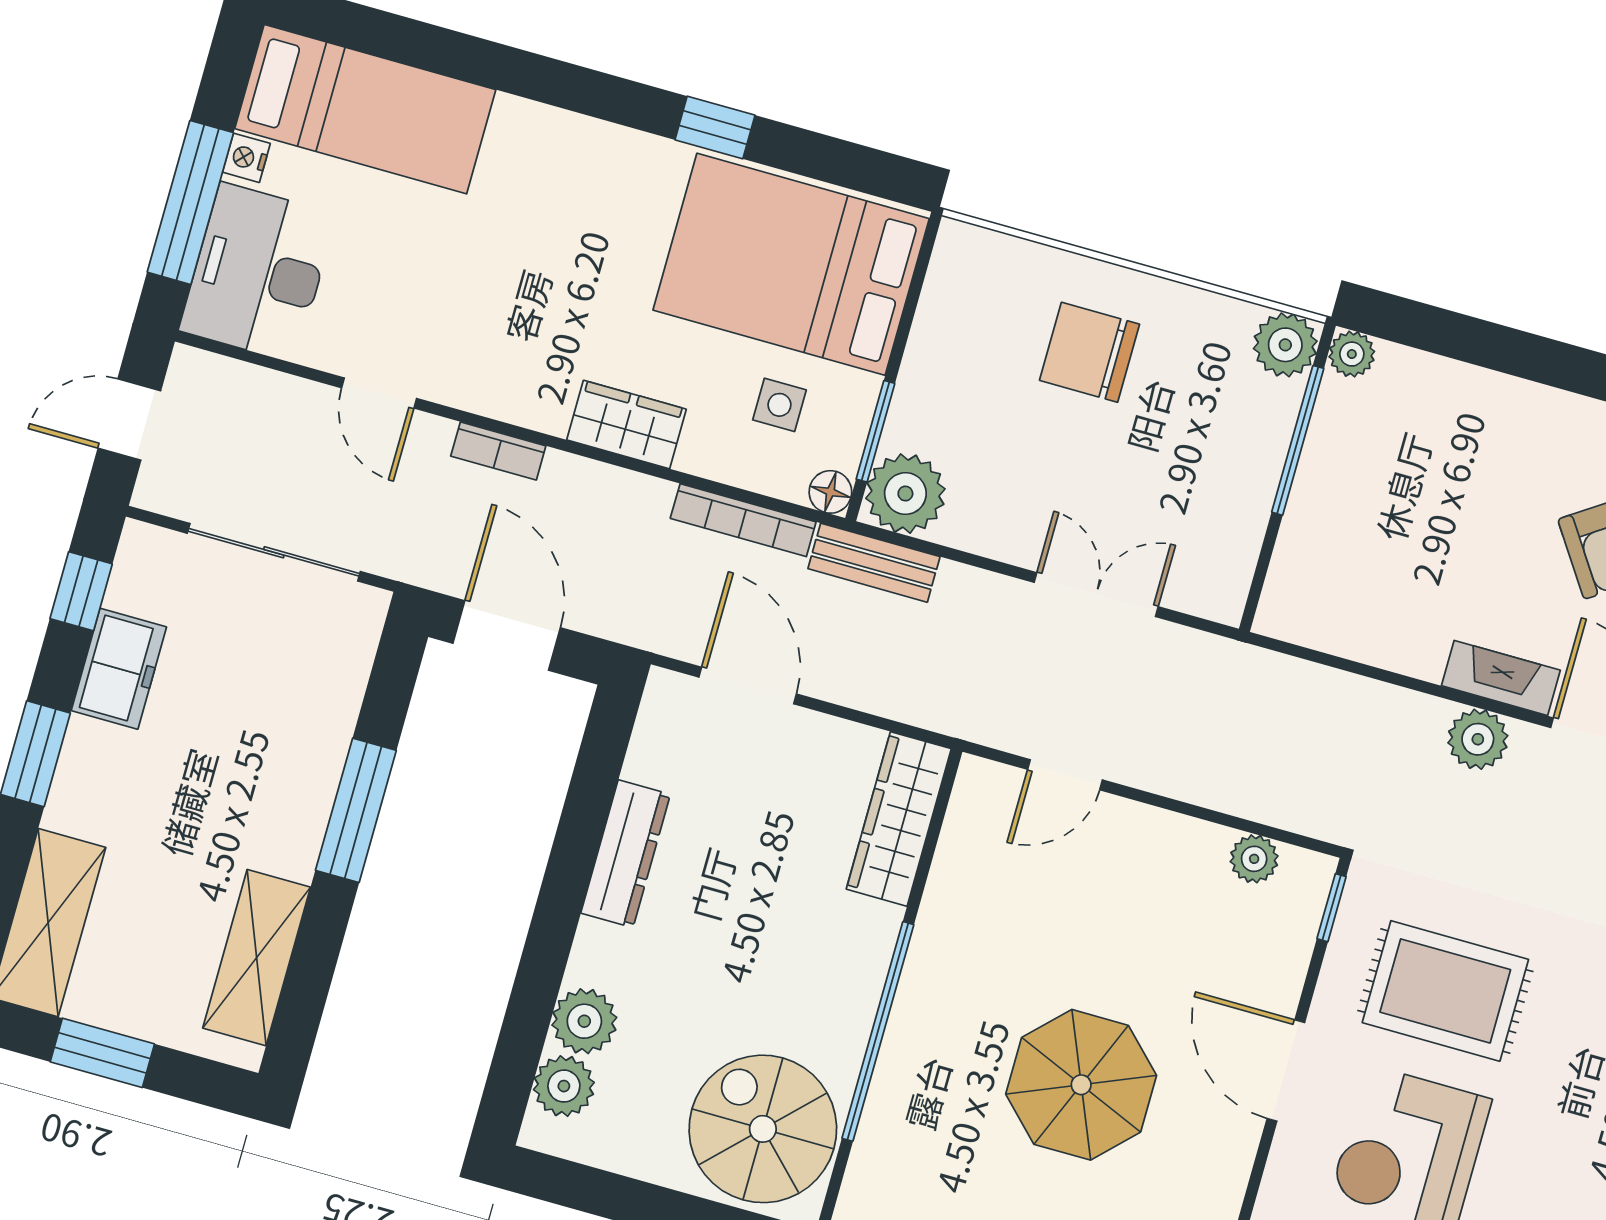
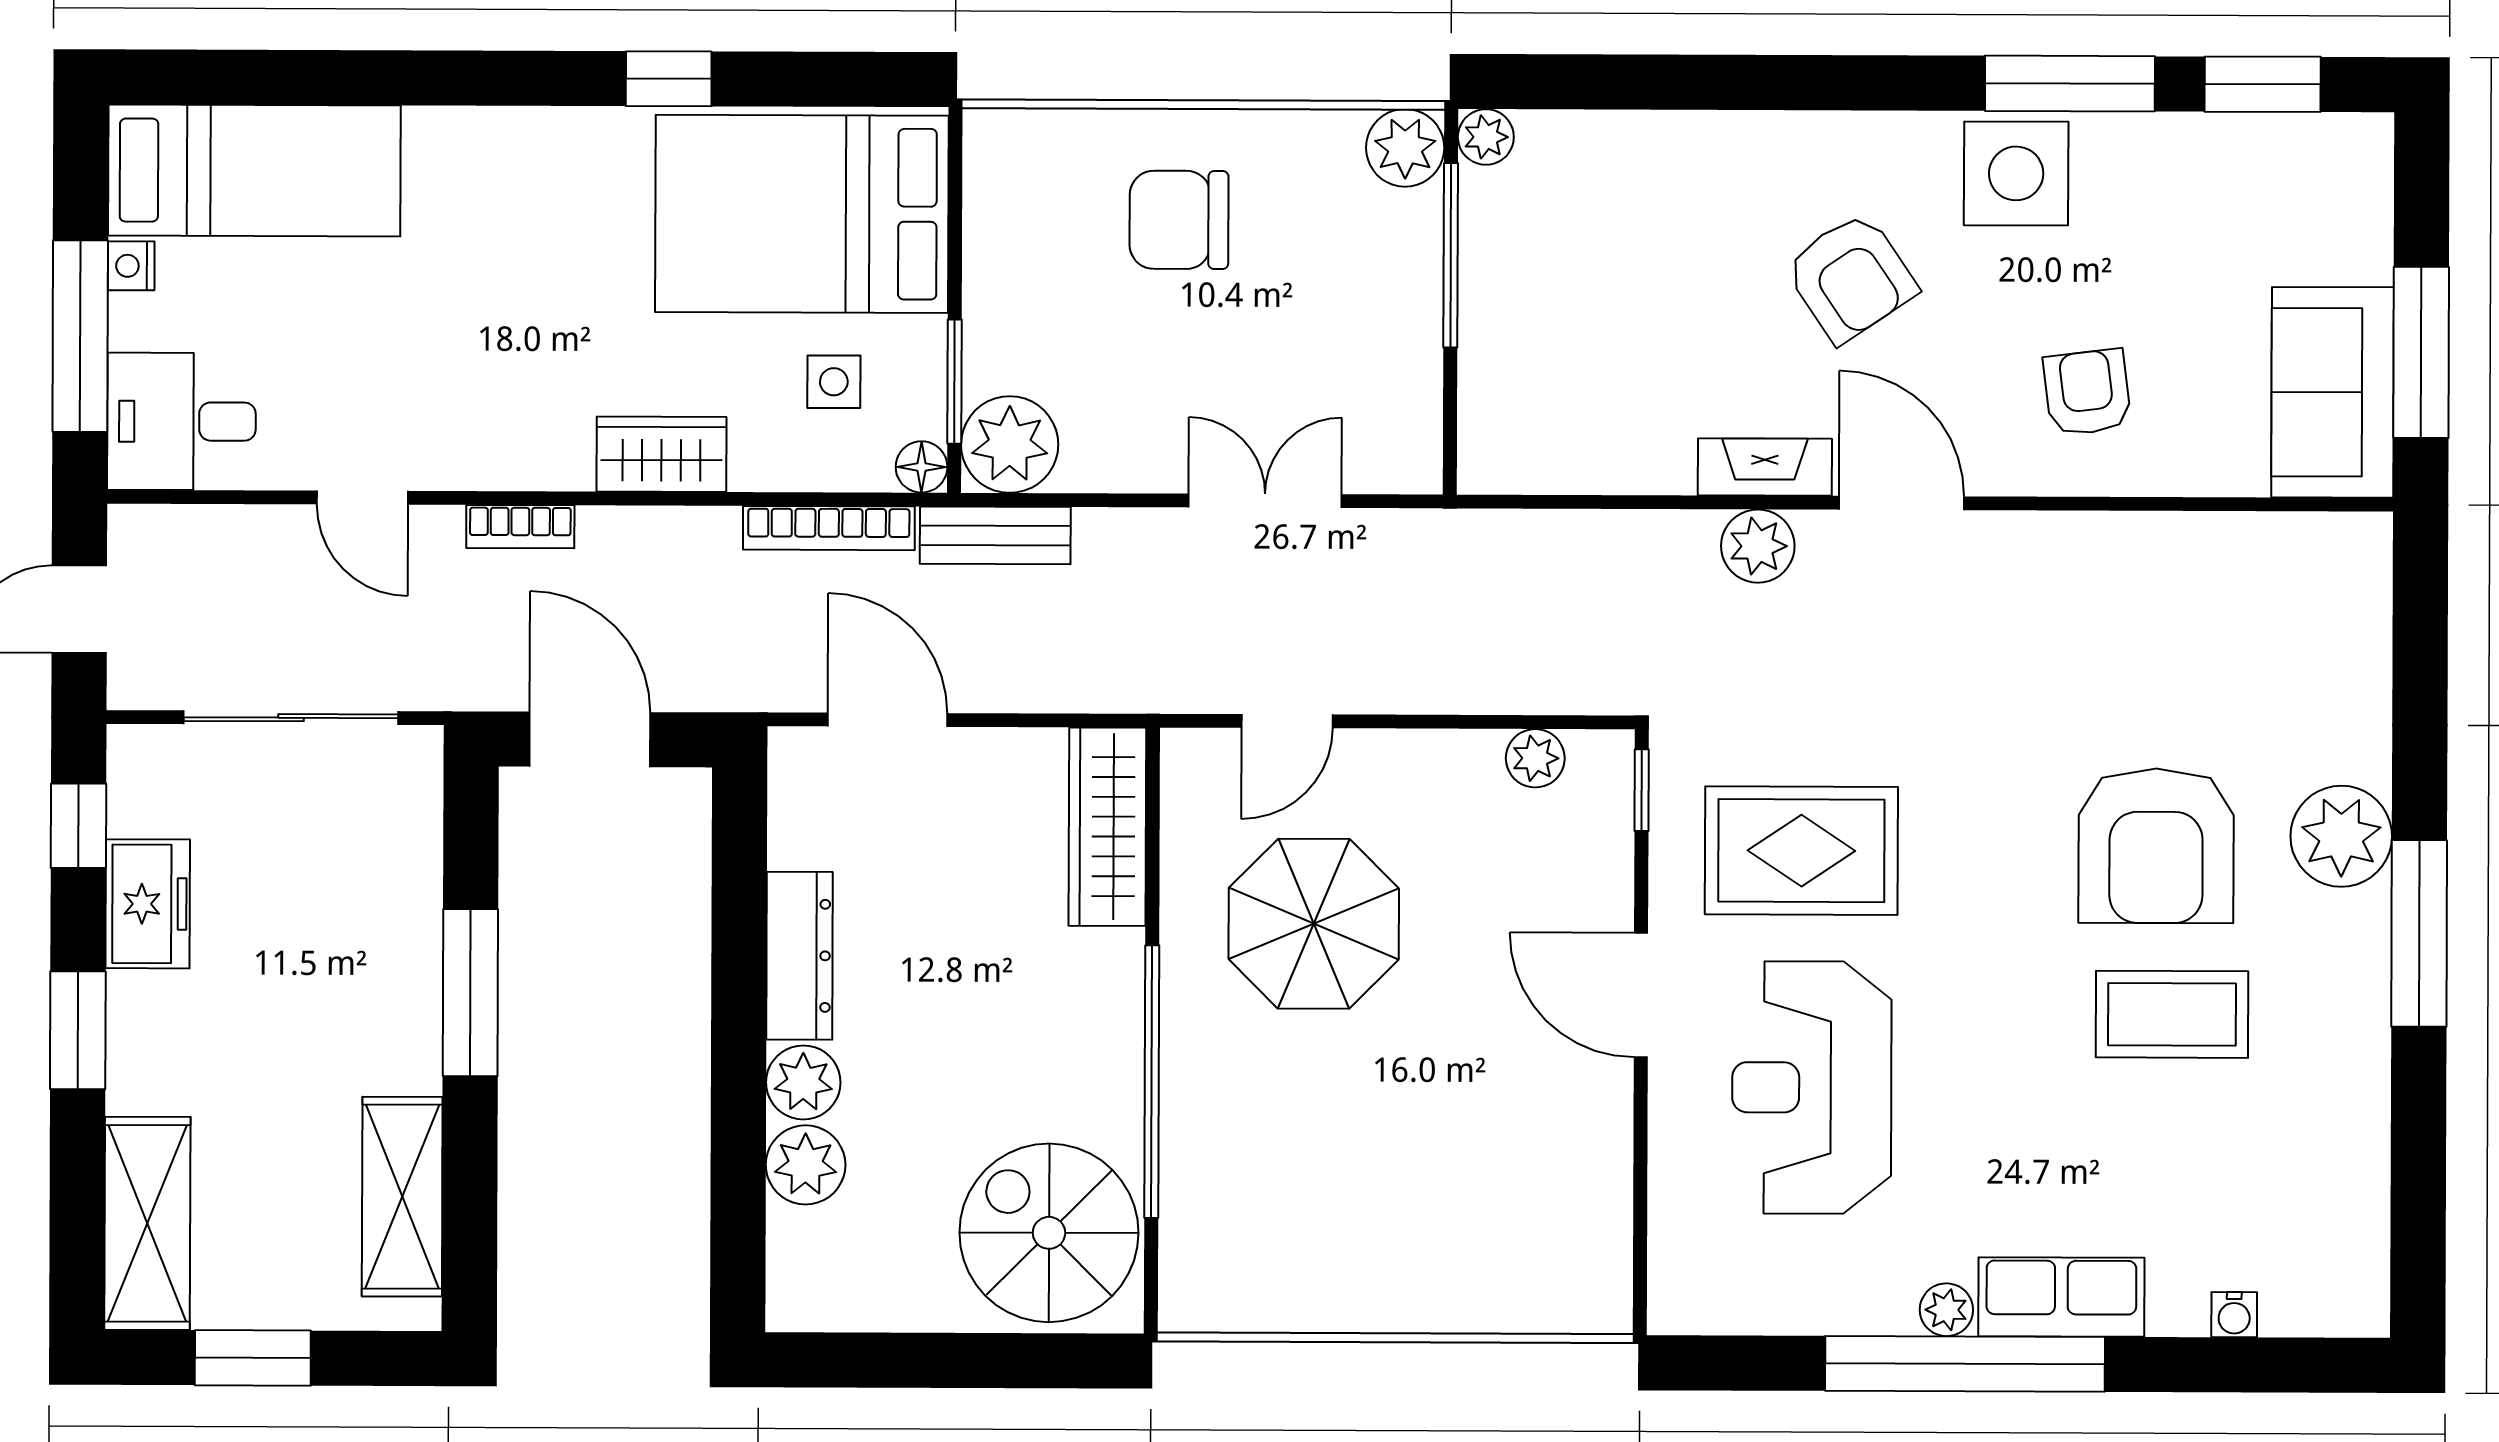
desk: (258, 272) -> (182, 421), width x0.73
parasol: (1081, 1085) -> (1314, 924), moved
plant: (564, 1086) -> (803, 1082), moved

